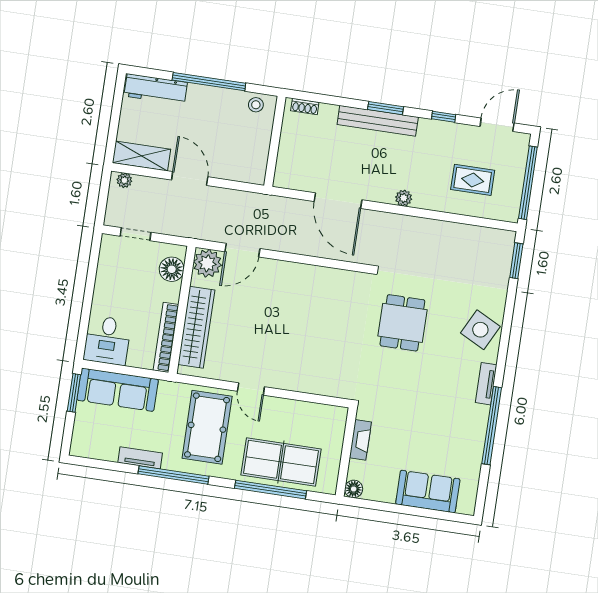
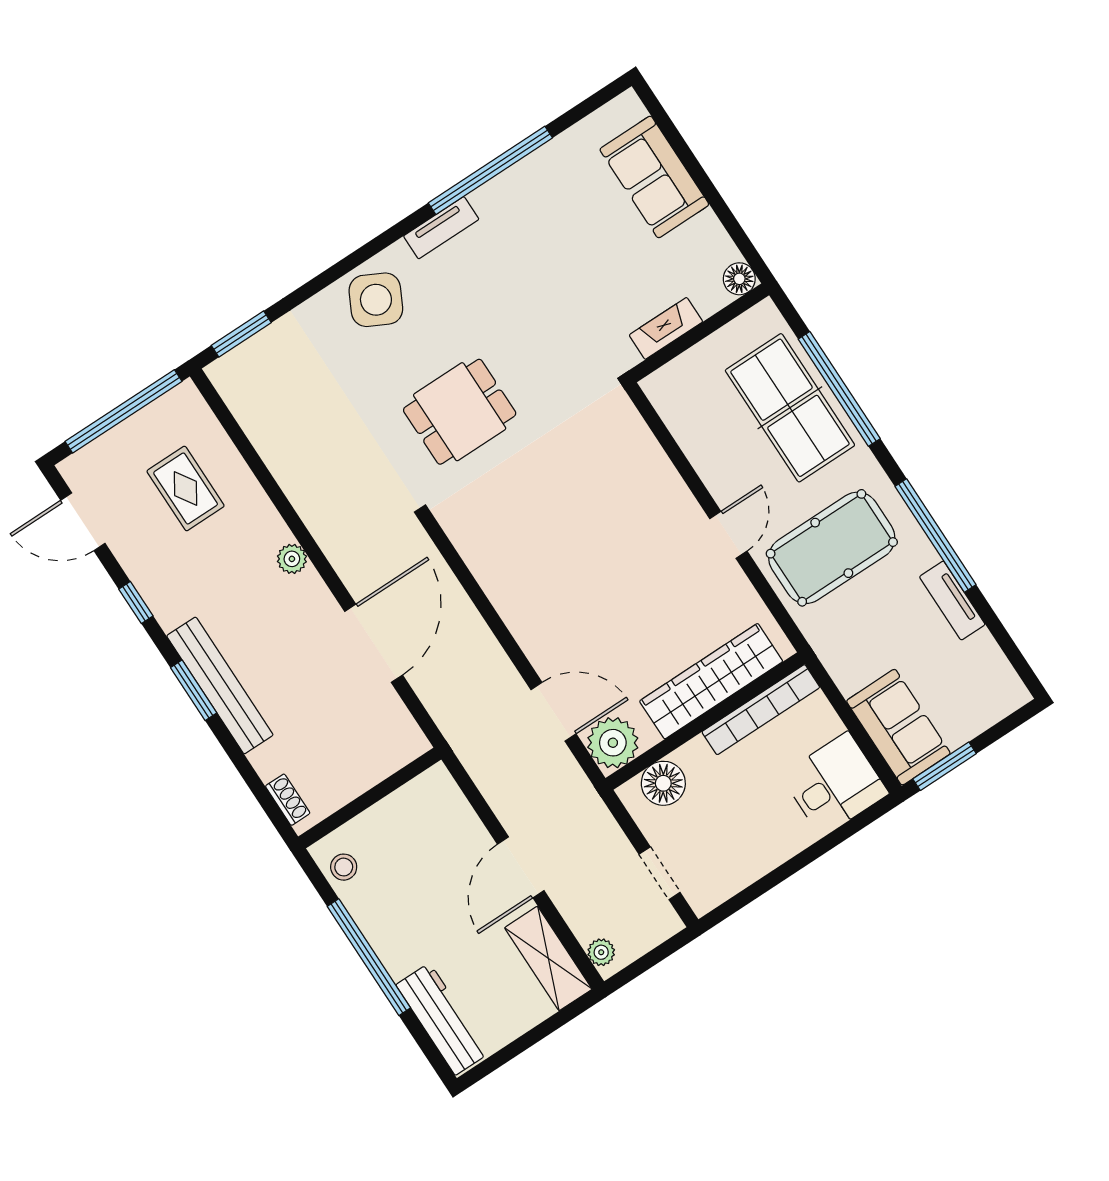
sofa: (118, 390) -> (898, 727), width x0.73

